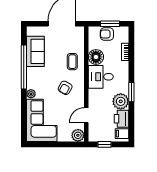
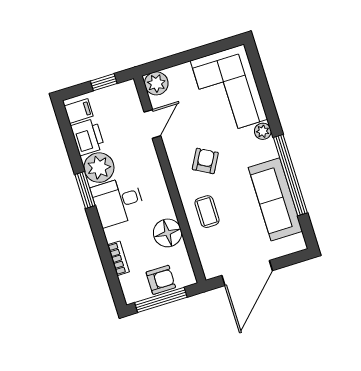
window: (110, 24) -> (161, 300), width x1.44
sofa: (35, 51) -> (275, 199), width x1.36
desk: (101, 77) -> (118, 201), moved, turned 180

